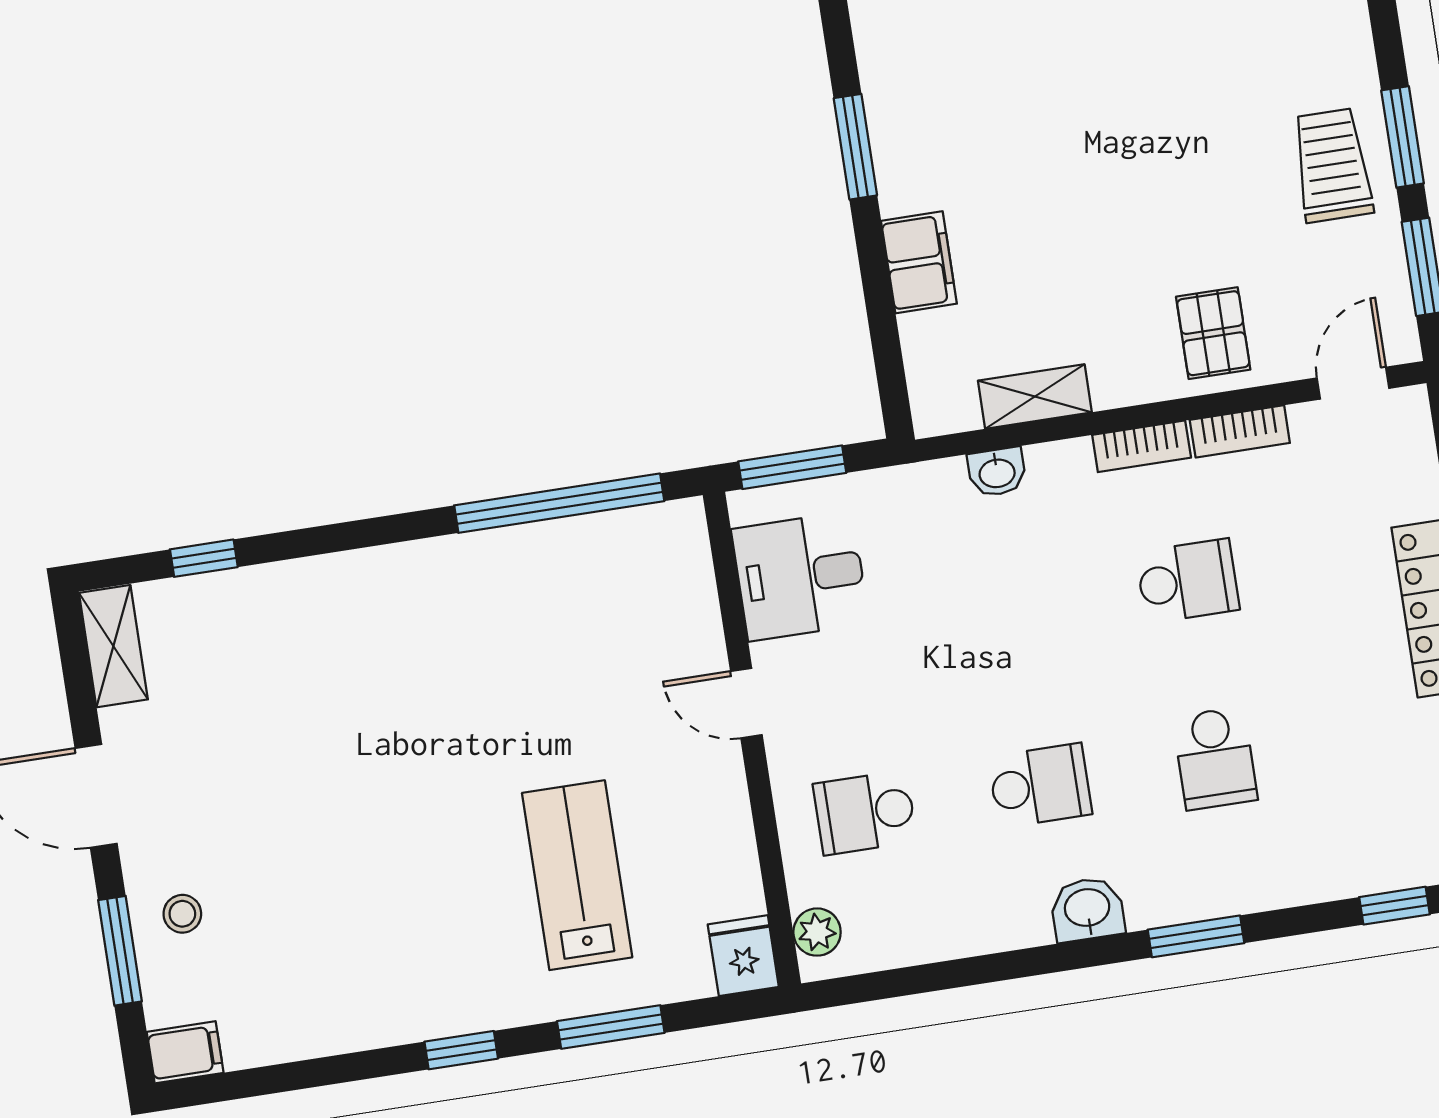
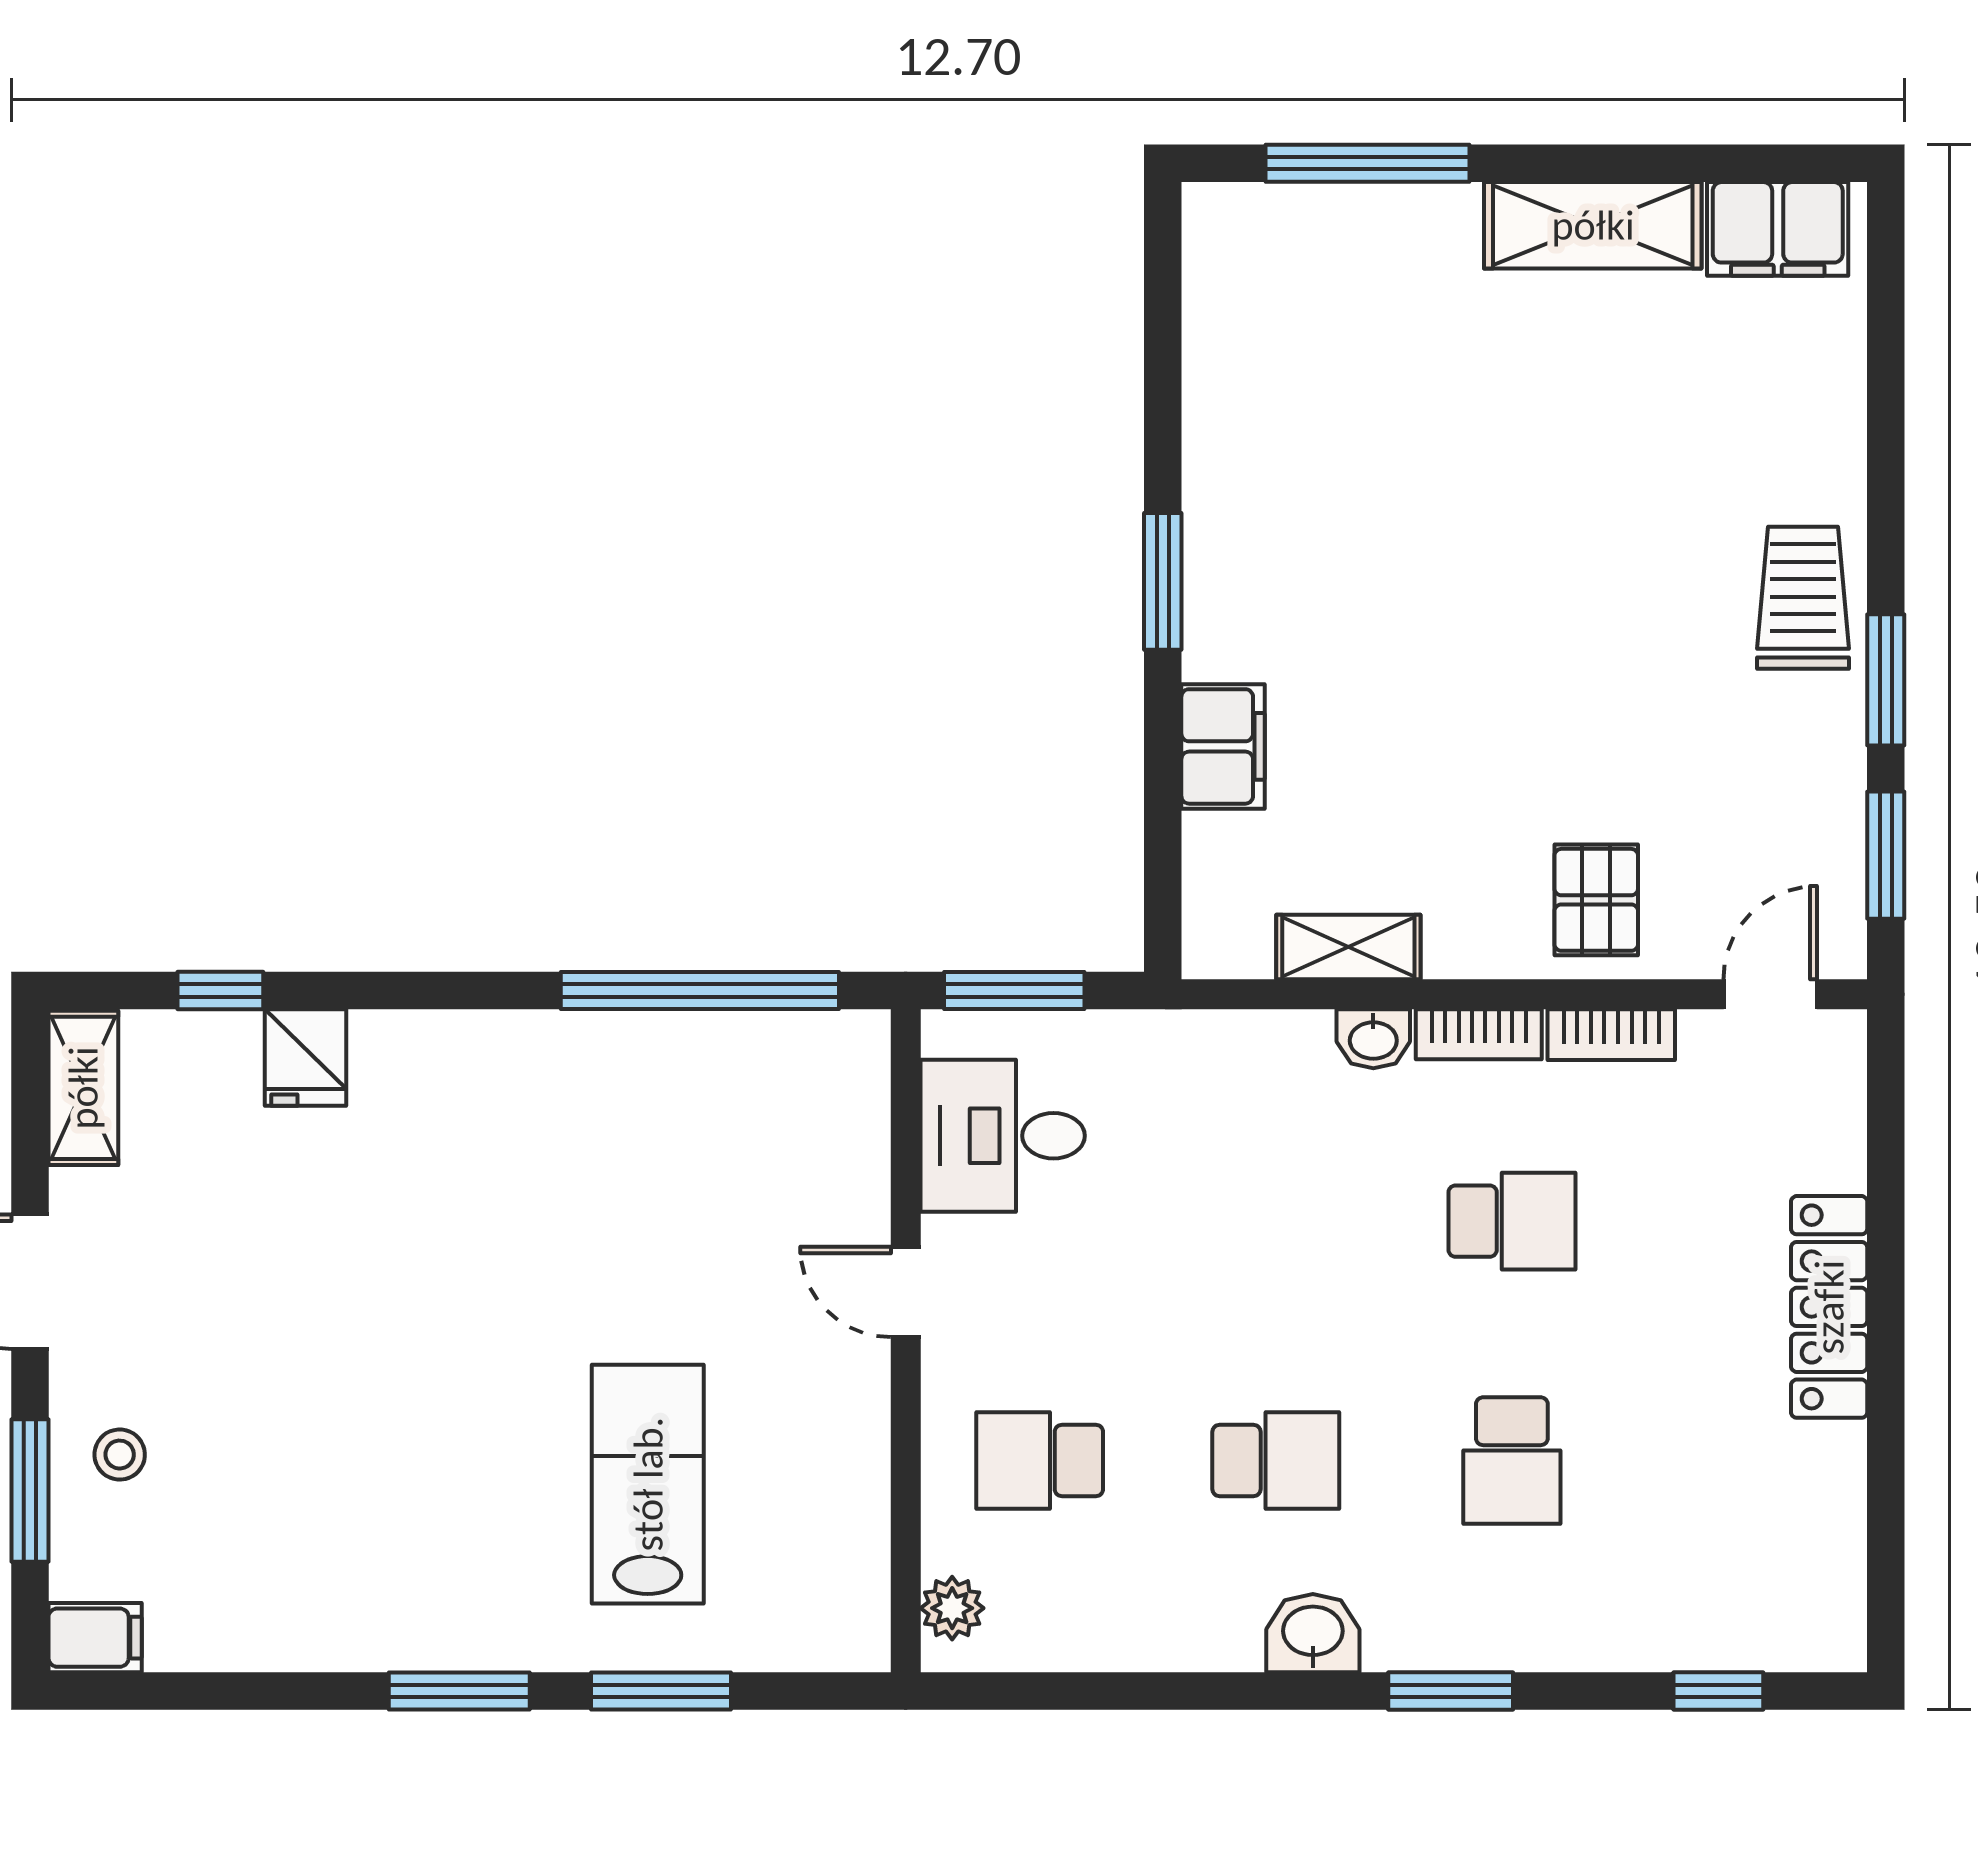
trolley: (1332, 165) -> (1803, 598), moved
washbasin: (997, 472) -> (1373, 1039), moved
fridge: (743, 956) -> (306, 1058), moved, turned 180
window: (461, 1050) -> (459, 1691), width x1.50

